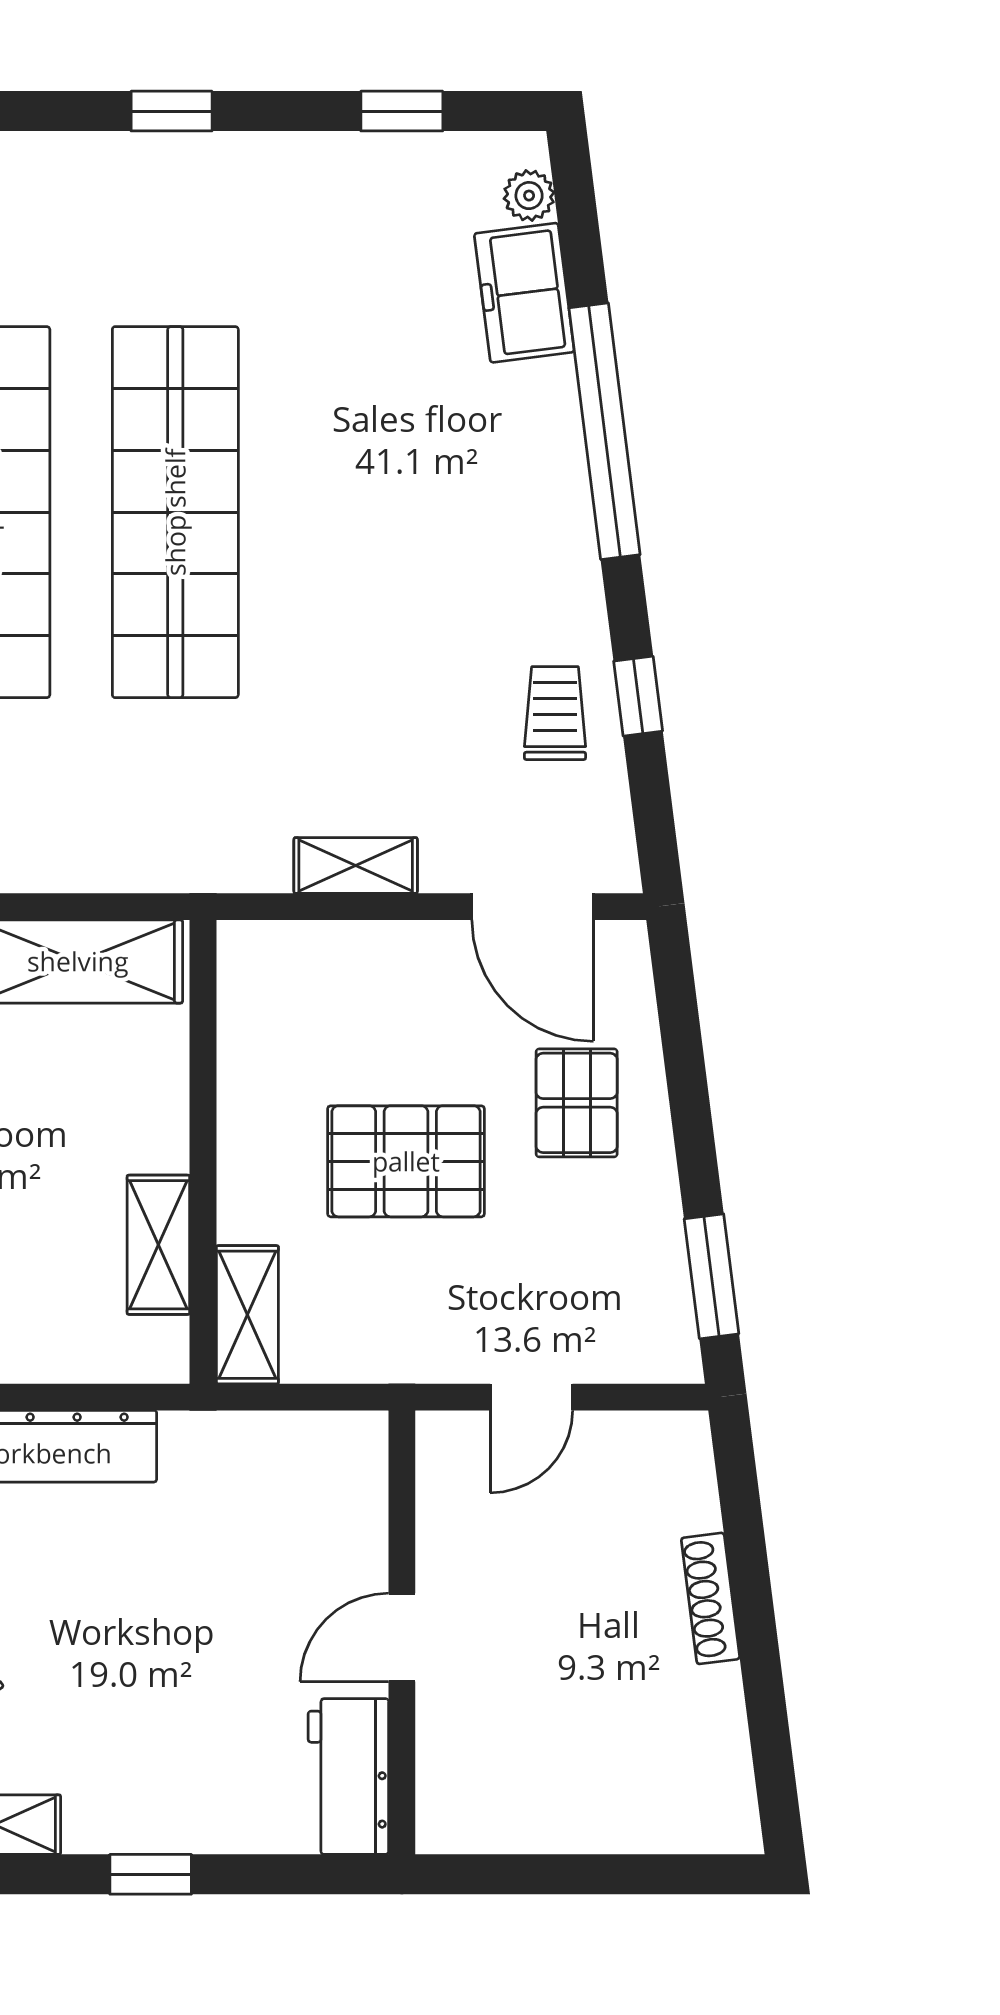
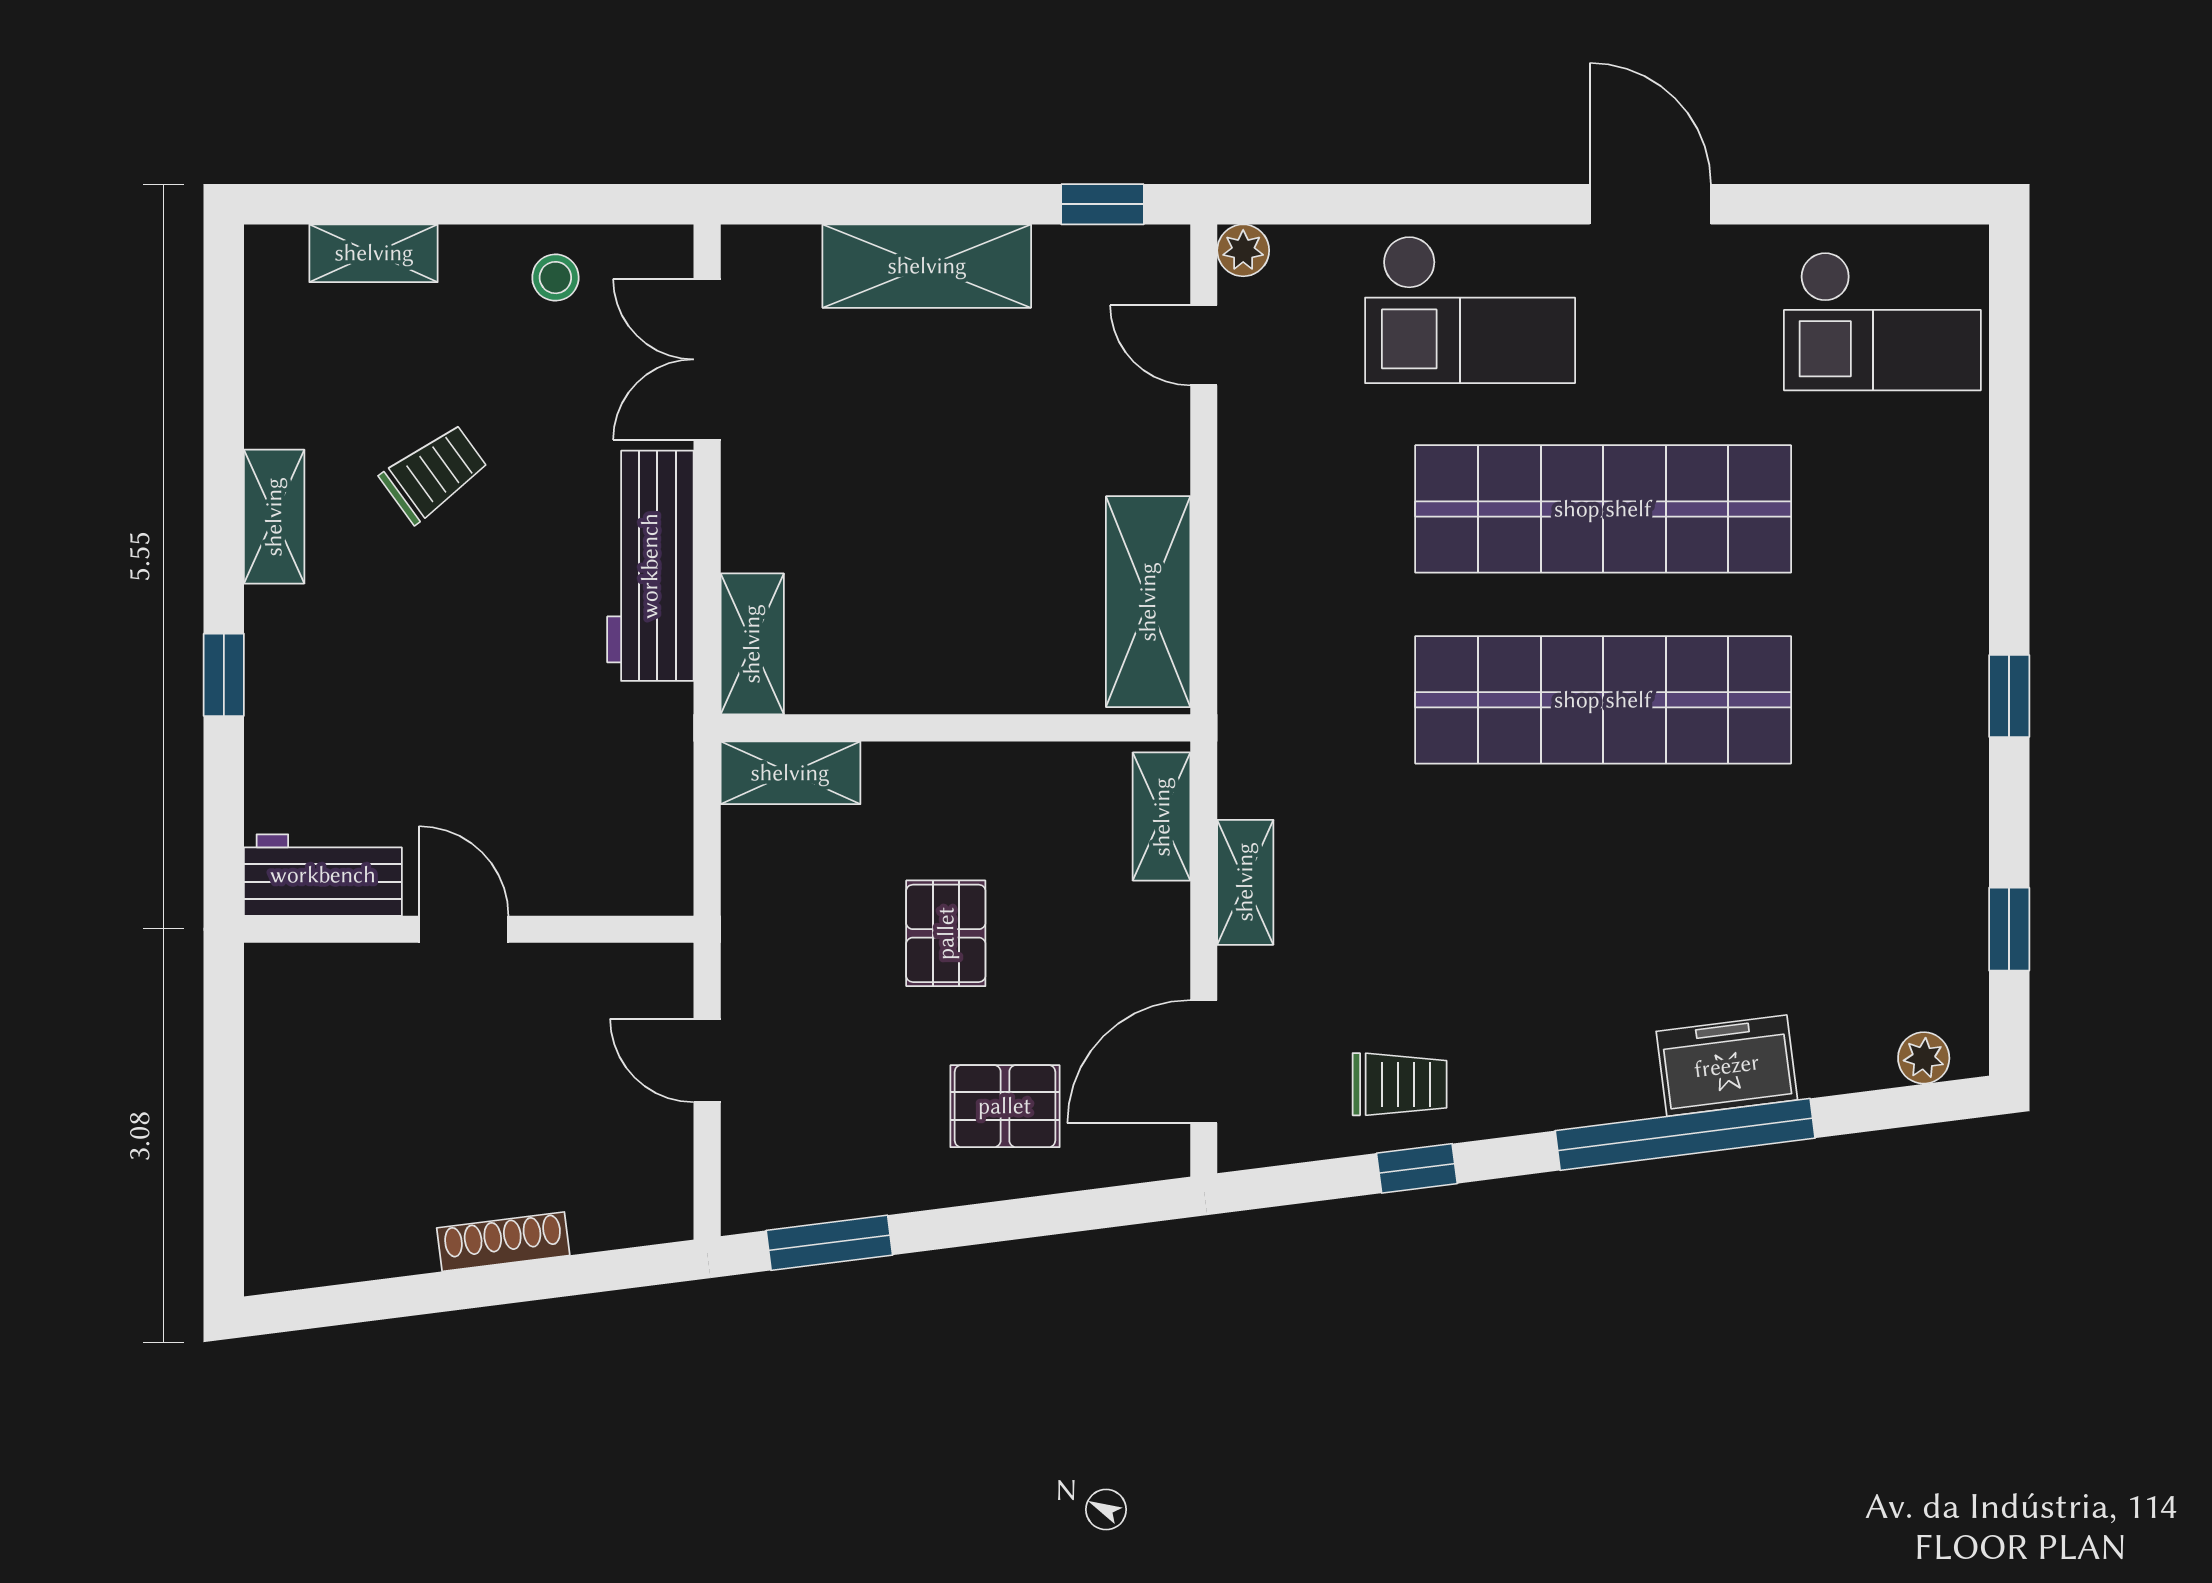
freezer: (524, 293) -> (1727, 1066), moved
shelving: (291, 948) -> (1162, 817), added
pallet: (406, 1161) -> (946, 933), width x0.67, depth x0.71
shelving: (158, 1245) -> (752, 644), moved, turned 90

